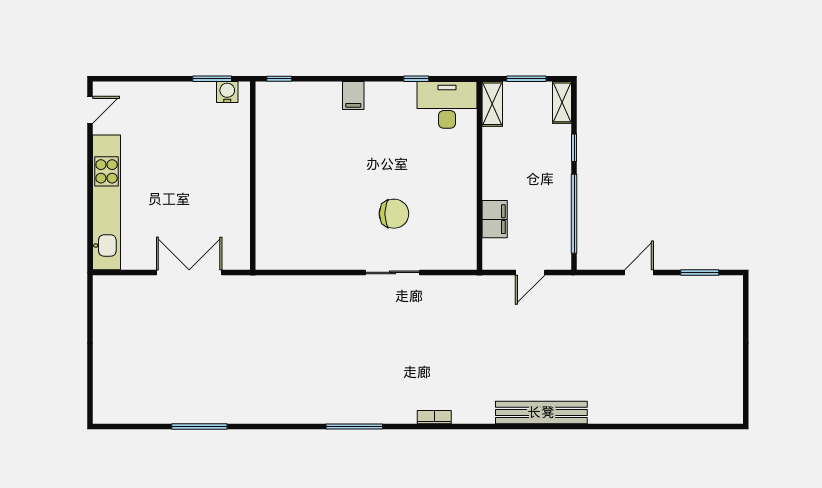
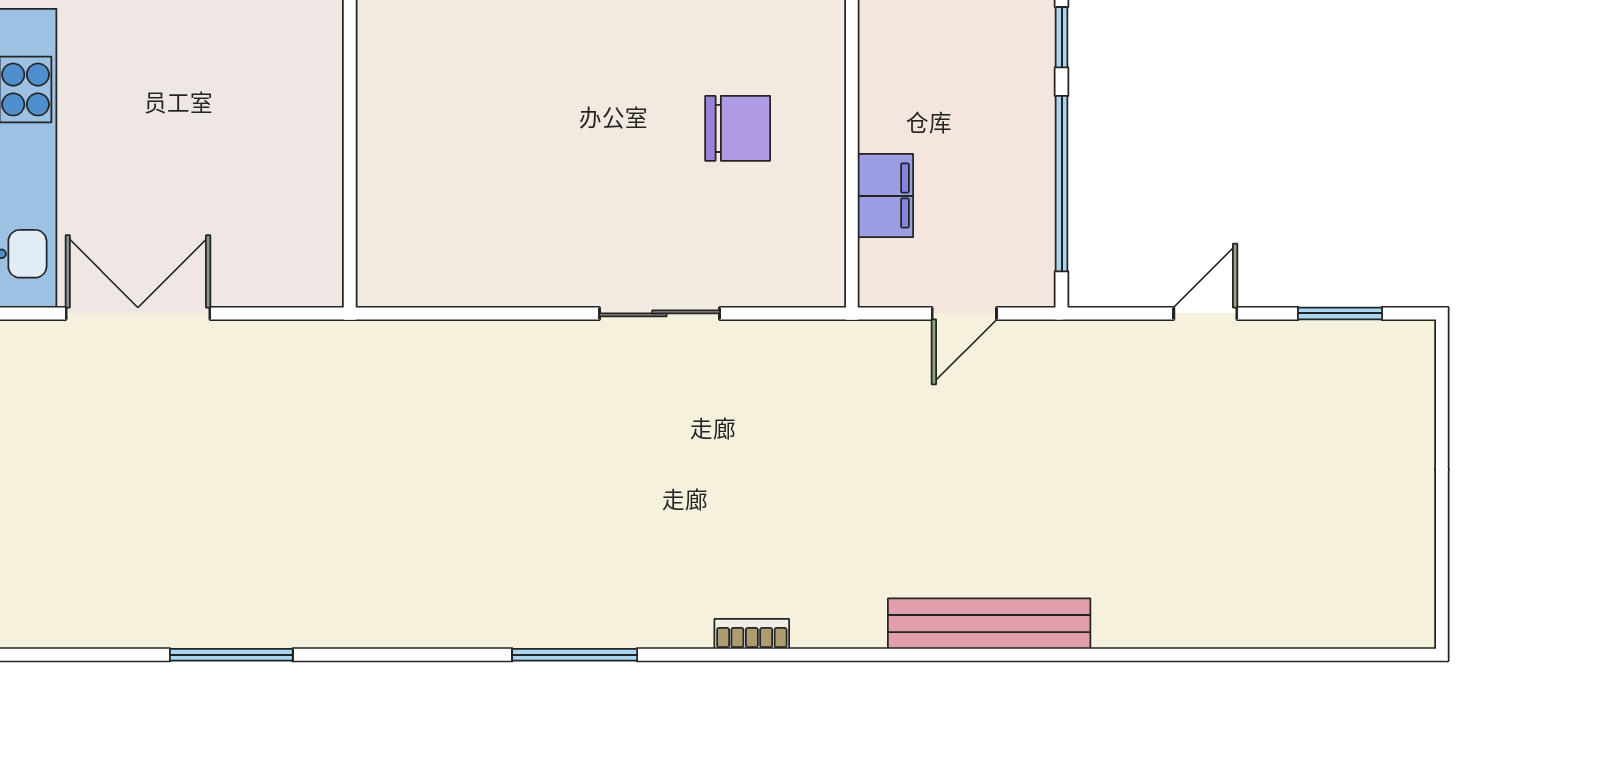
chair: (394, 214) -> (738, 128), moved
double door: (189, 272) -> (138, 313), moved

